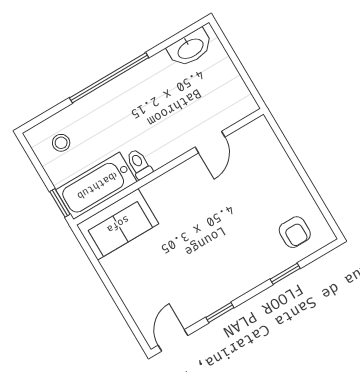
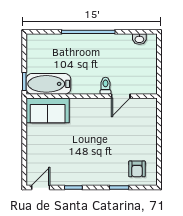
washbasin: (190, 48) -> (139, 39), width x0.52, depth x0.69
stool: (61, 143) -> (43, 51), removed
toilet: (139, 164) -> (105, 86), moved

